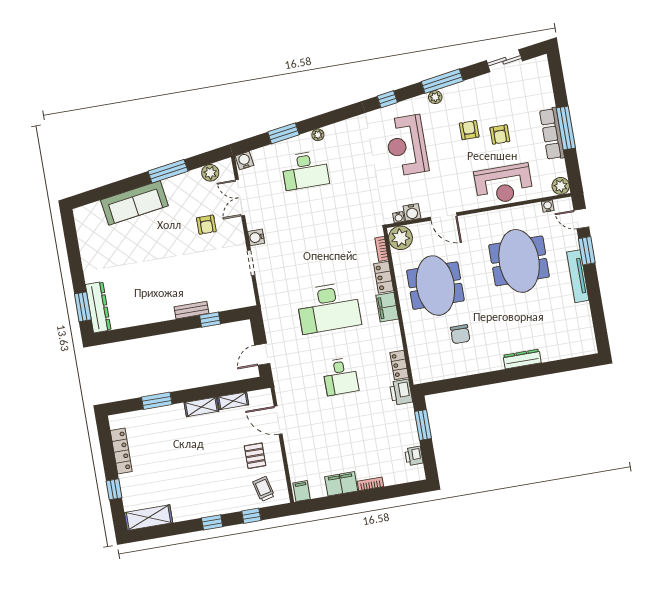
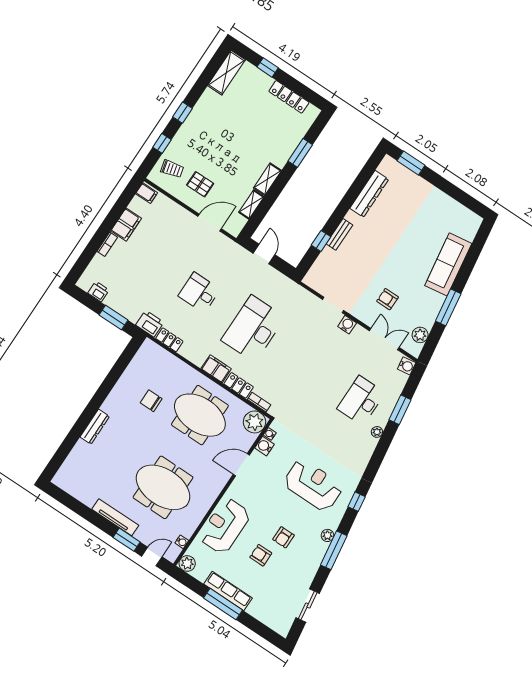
armchair: (469, 130) -> (283, 537), turned 90
dresser: (98, 307) -> (369, 194), moved, turned -90

